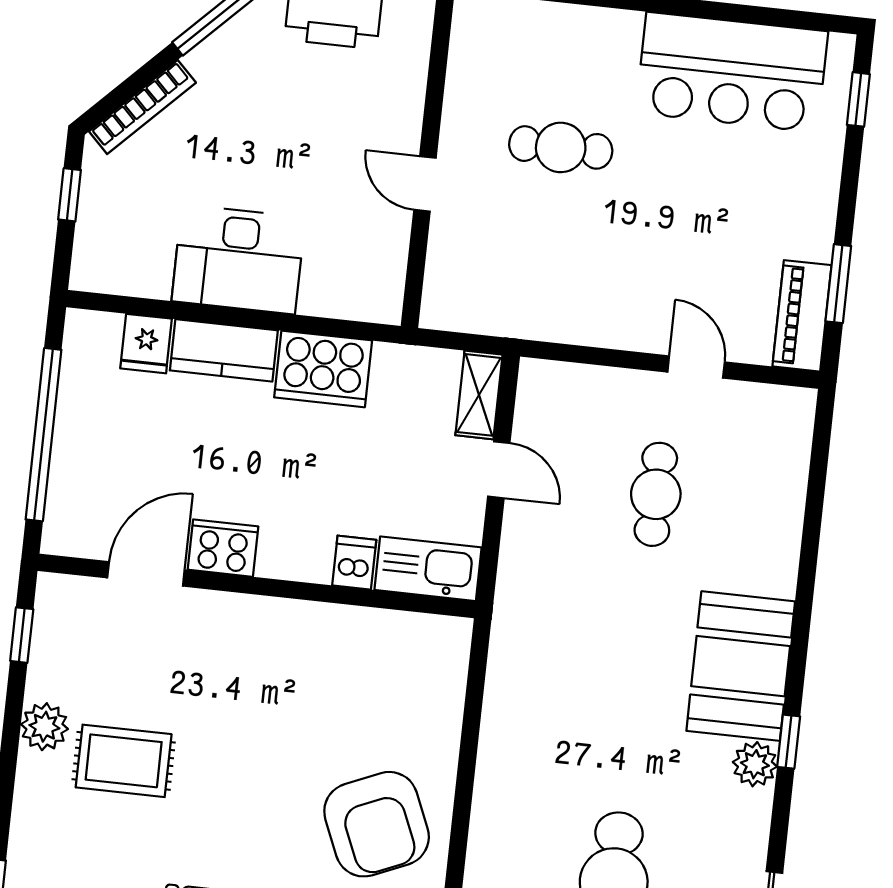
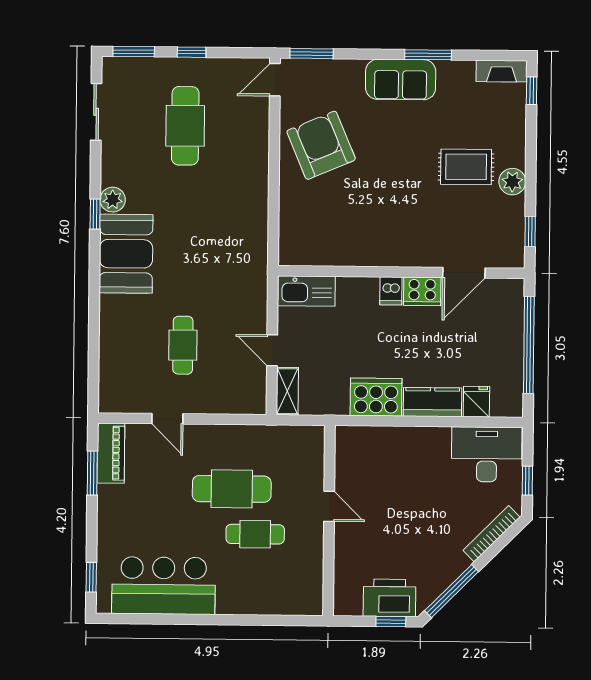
cafe table: (594, 232) -> (232, 489), added
desk: (238, 259) -> (487, 454), moved
dishwasher: (354, 563) -> (391, 291), moved

